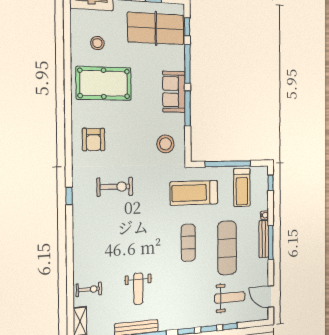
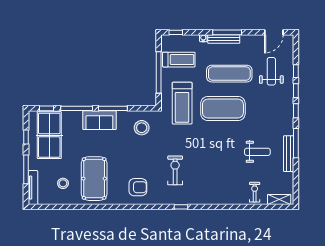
exercise mat: (188, 243) -> (223, 109), width x2.00, depth x1.45

